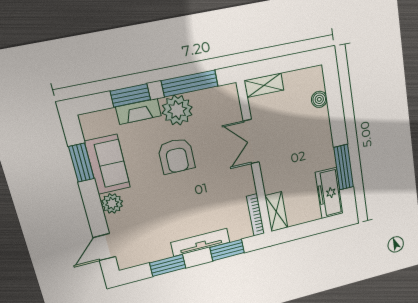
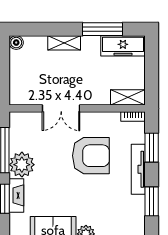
shelving: (264, 85) -> (64, 43), moved, turned 90
boiler: (319, 99) -> (16, 43), moved
armchair: (176, 156) -> (91, 156), moved, width x1.36, depth x1.36
bookcase: (256, 215) -> (133, 116), width x0.64

